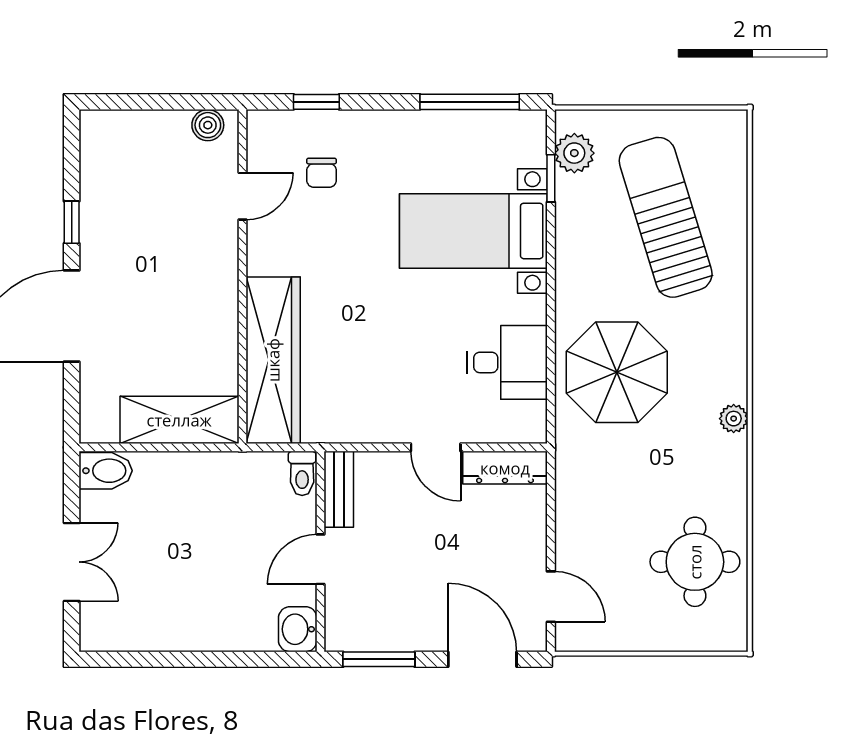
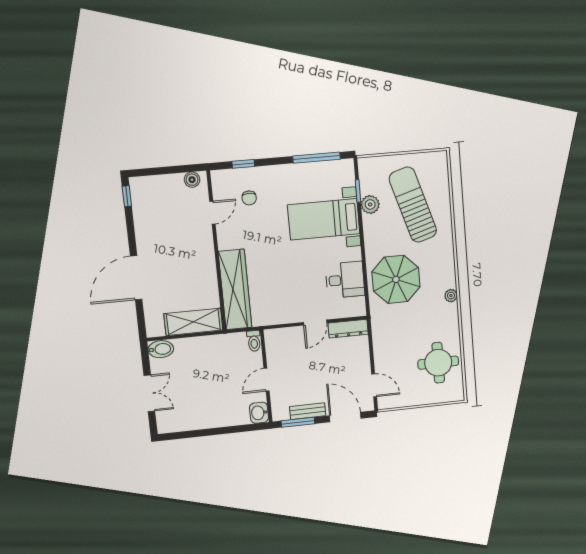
plant: (574, 153) -> (370, 204), moved
window: (72, 222) -> (127, 196), moved
door: (436, 447) -> (315, 323), hinge flipped
bench: (339, 489) -> (308, 411), moved, turned 90

